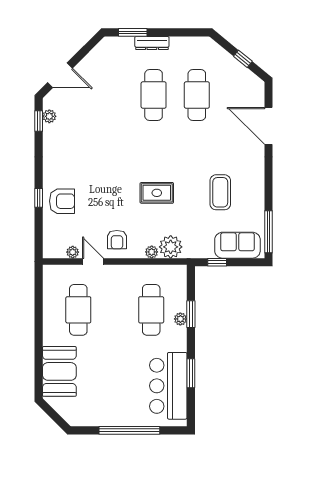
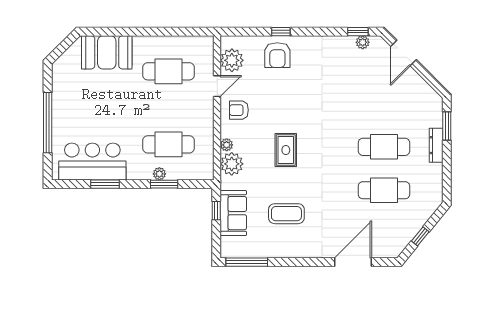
sofa: (237, 245) -> (233, 213), moved
plant: (73, 252) -> (232, 60), width x1.88, depth x1.88

